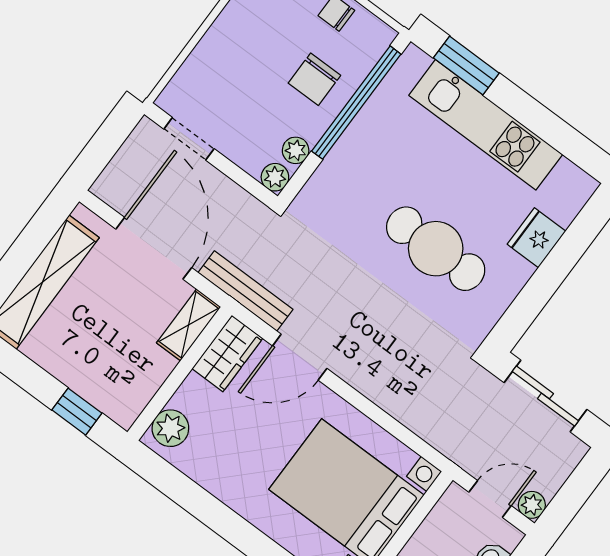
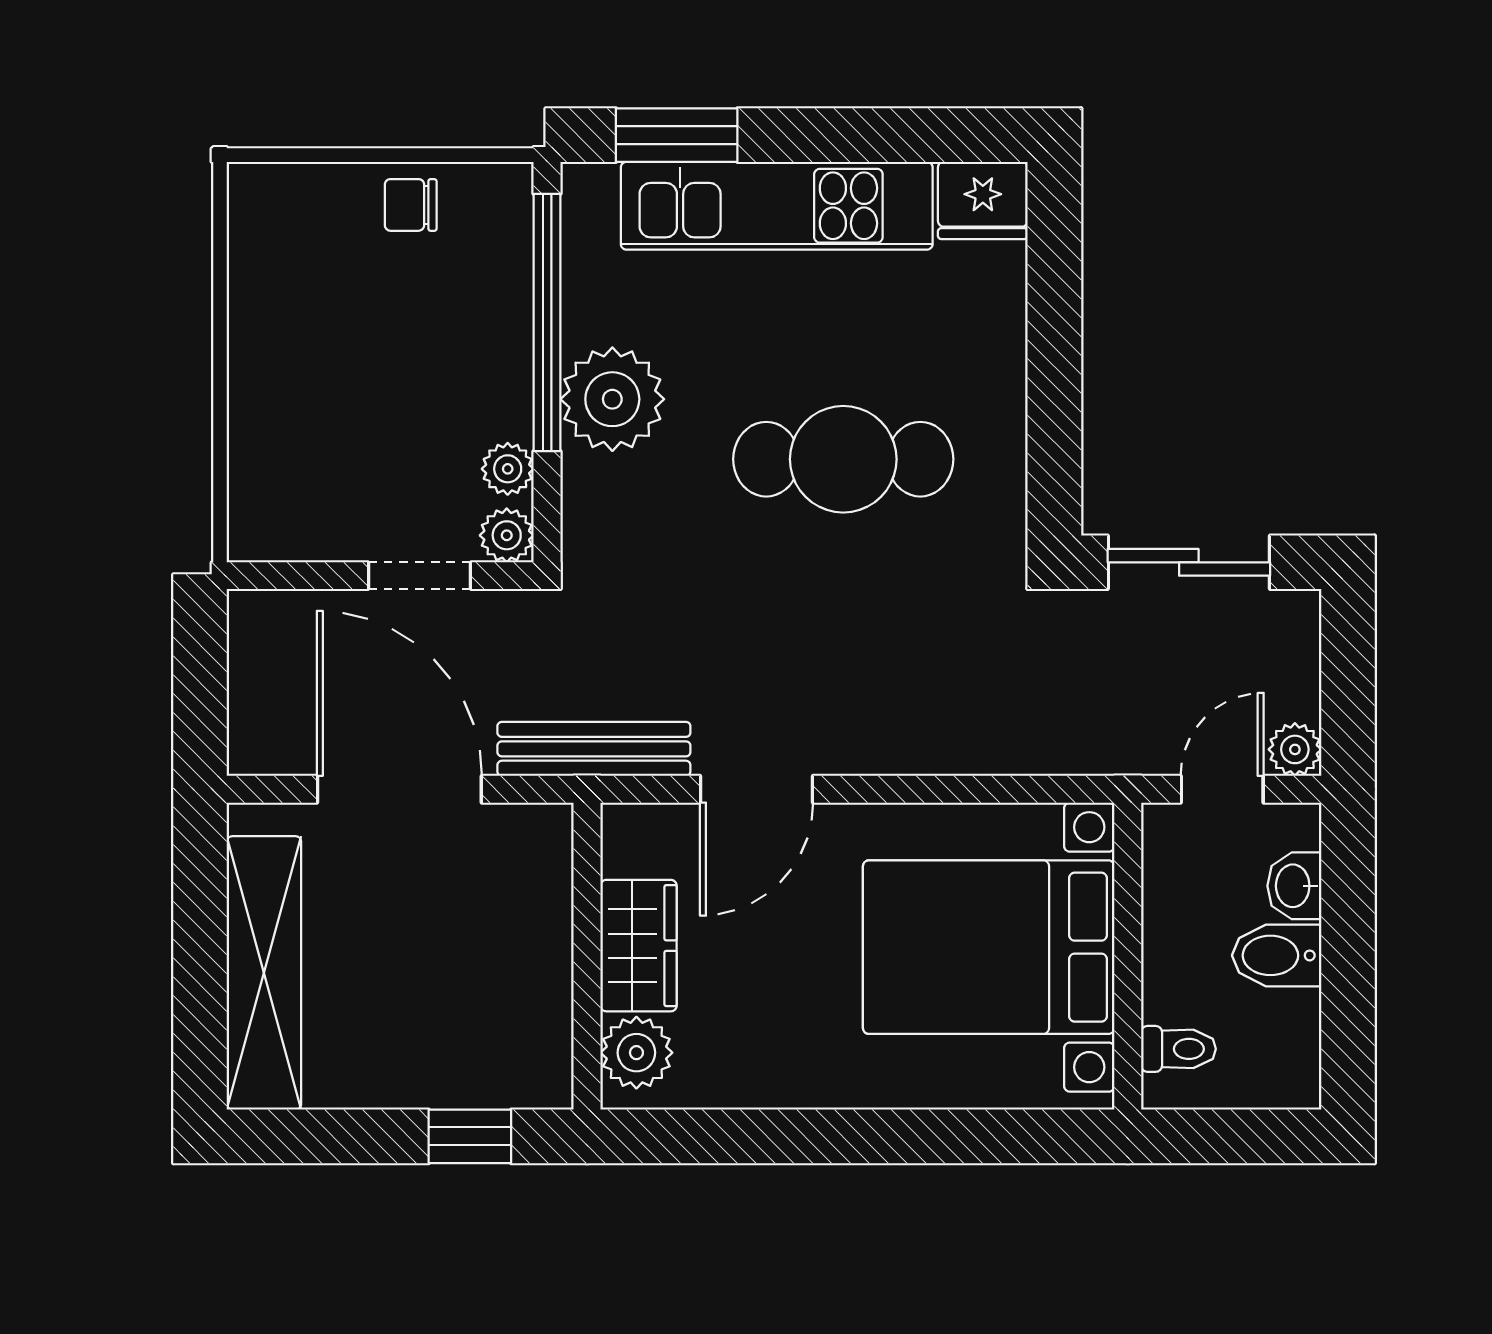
chair: (314, 79) -> (454, 335), removed
doorway: (189, 139) -> (419, 576), moved
plant: (360, 154) -> (612, 399), added
fridge: (536, 238) -> (983, 200), moved, turned -90
shelving: (189, 325) -> (544, 869), removed
wardrobe: (227, 353) -> (639, 946), moved

